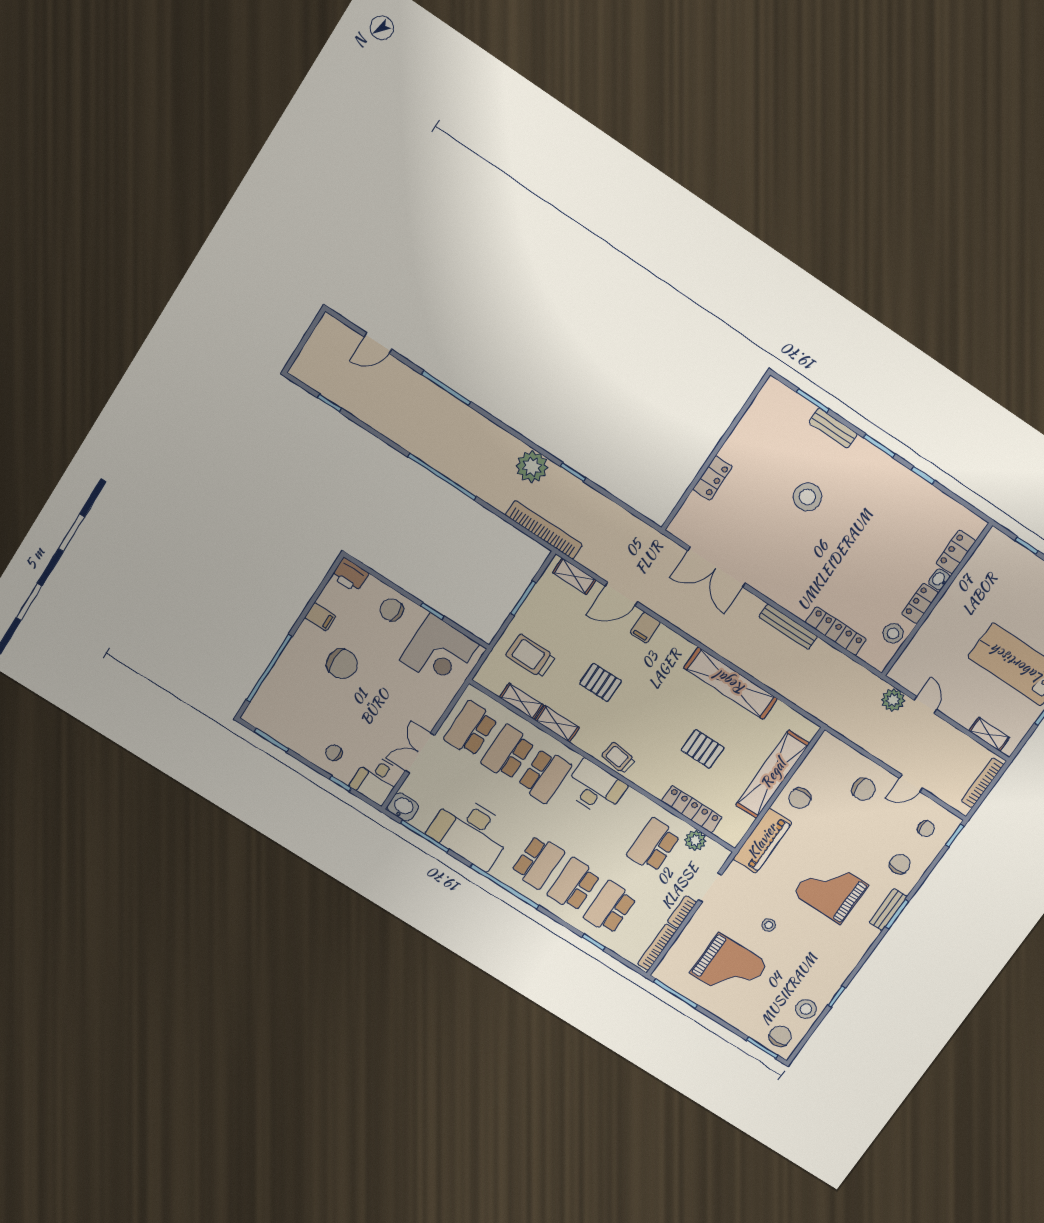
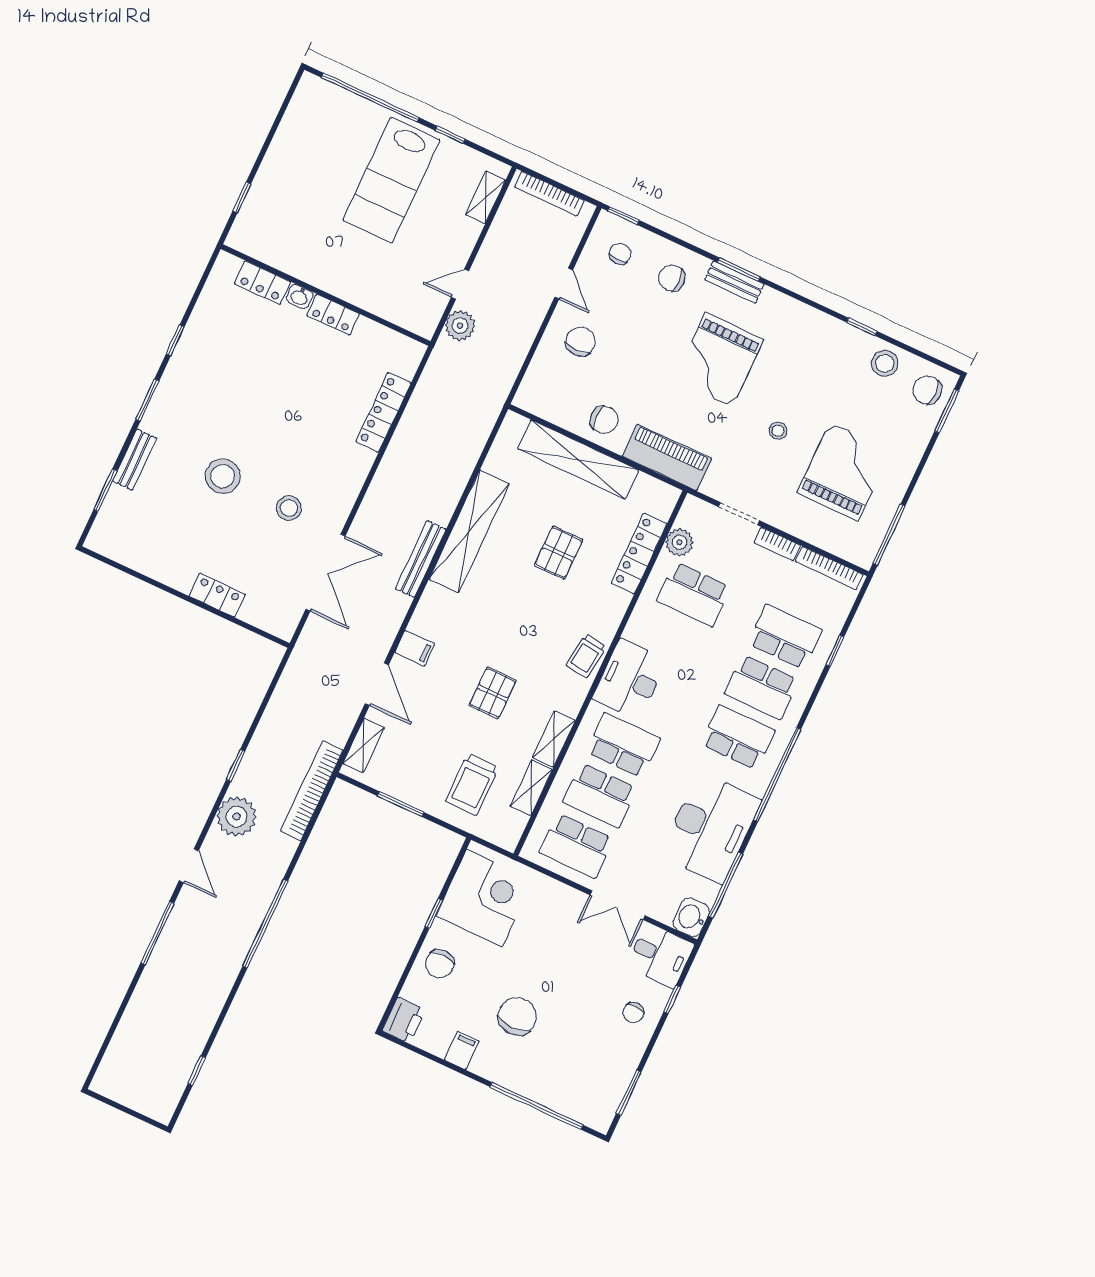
door: (378, 343) -> (189, 866), moved
bench: (788, 627) -> (421, 559), moved
stool: (893, 633) -> (289, 508), moved
school desk: (610, 907) -> (785, 637), turned 180

